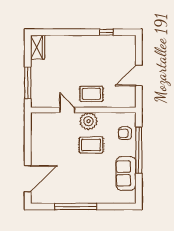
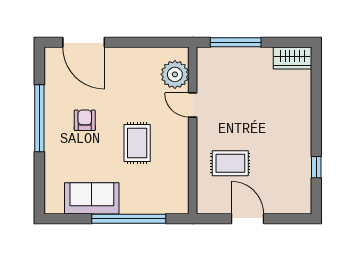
rug: (91, 94) -> (230, 163), moved, turned 90
door: (67, 110) -> (193, 105), swing flipped
plant: (88, 121) -> (175, 74), moved
armchair: (125, 133) -> (85, 120), moved

